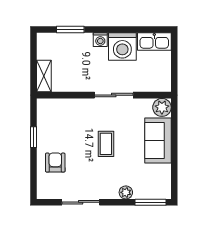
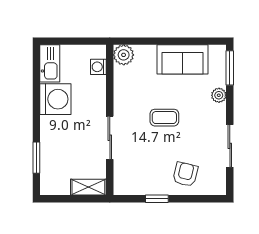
washing machine: (100, 40) -> (98, 67), moved, turned 180
sliding door: (114, 95) -> (110, 138), moved
sofa: (158, 140) -> (182, 59), moved
armchair: (55, 163) -> (185, 174), turned 104

